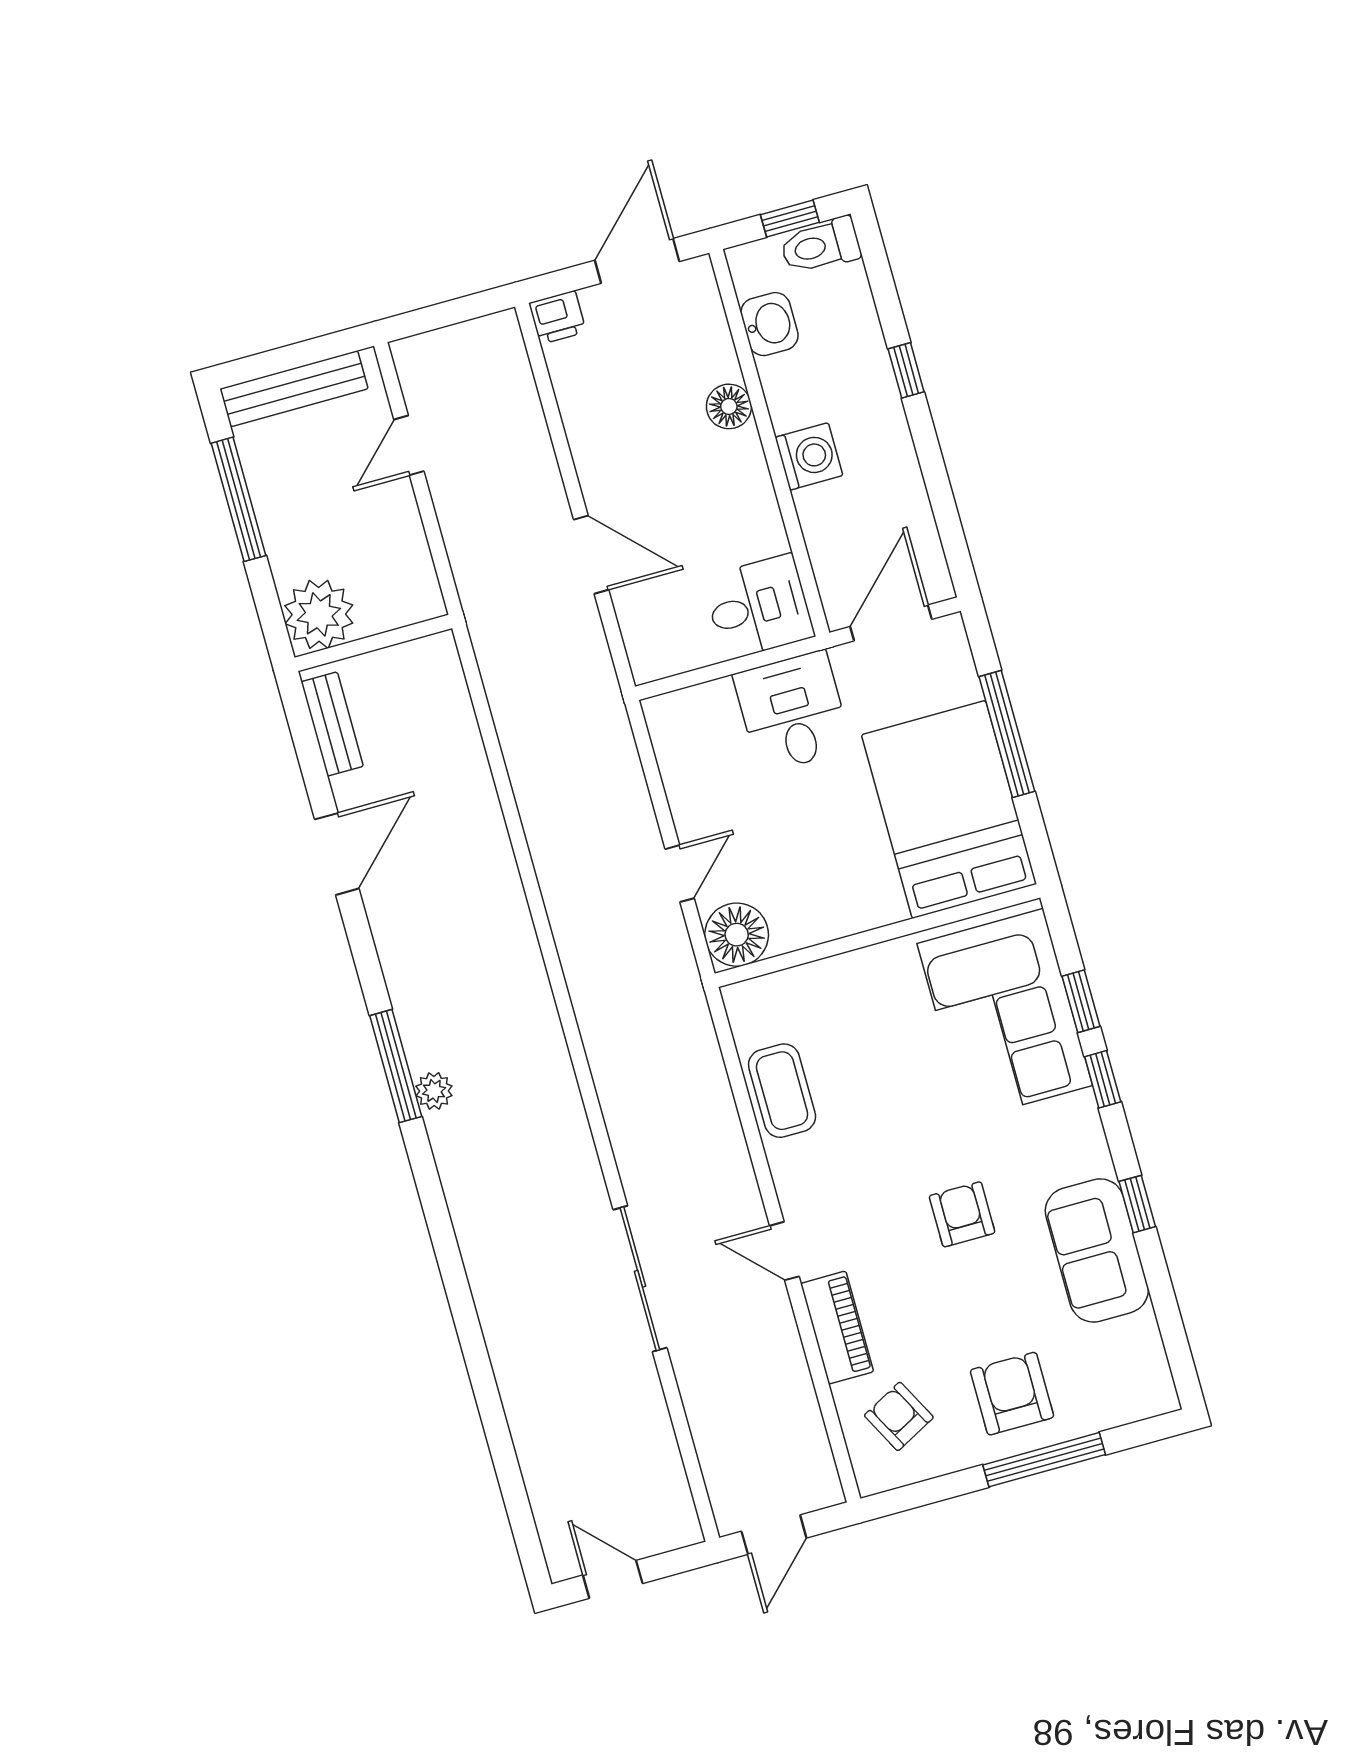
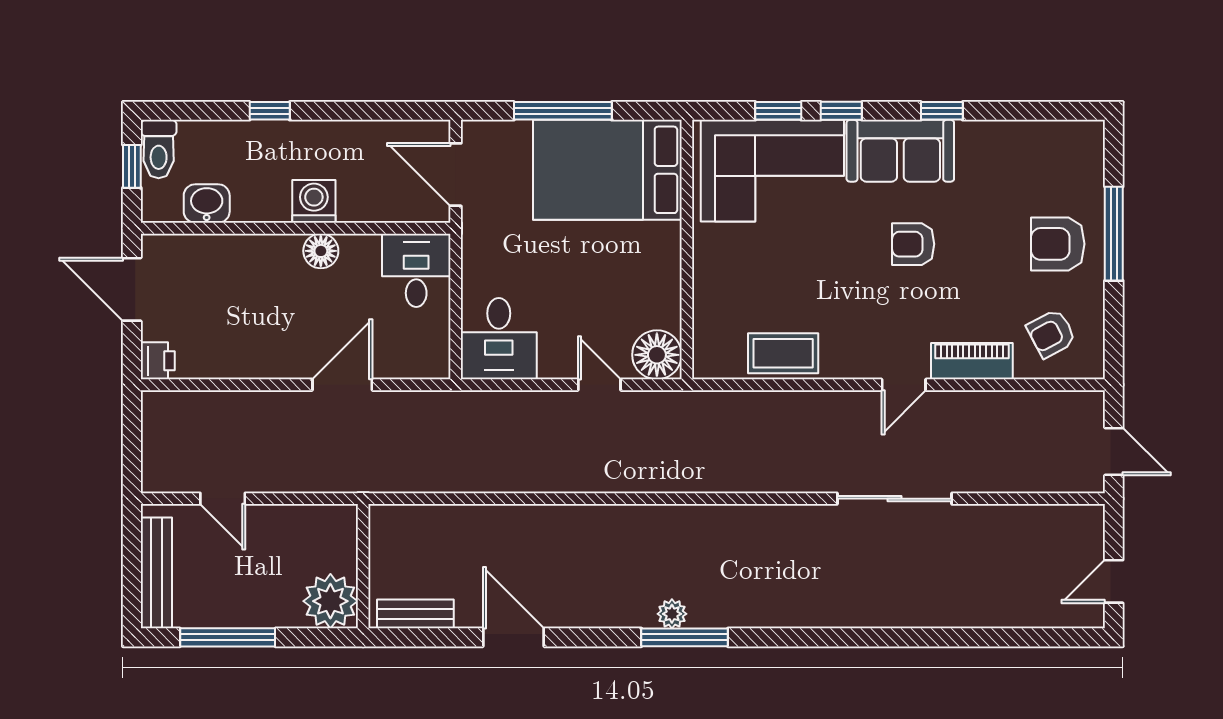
floor lamp: (729, 406) -> (321, 251), moved
desk: (792, 712) -> (499, 339), moved, turned -90
plant: (434, 1091) -> (672, 614), moved
sofa: (1097, 1250) -> (900, 151), moved

